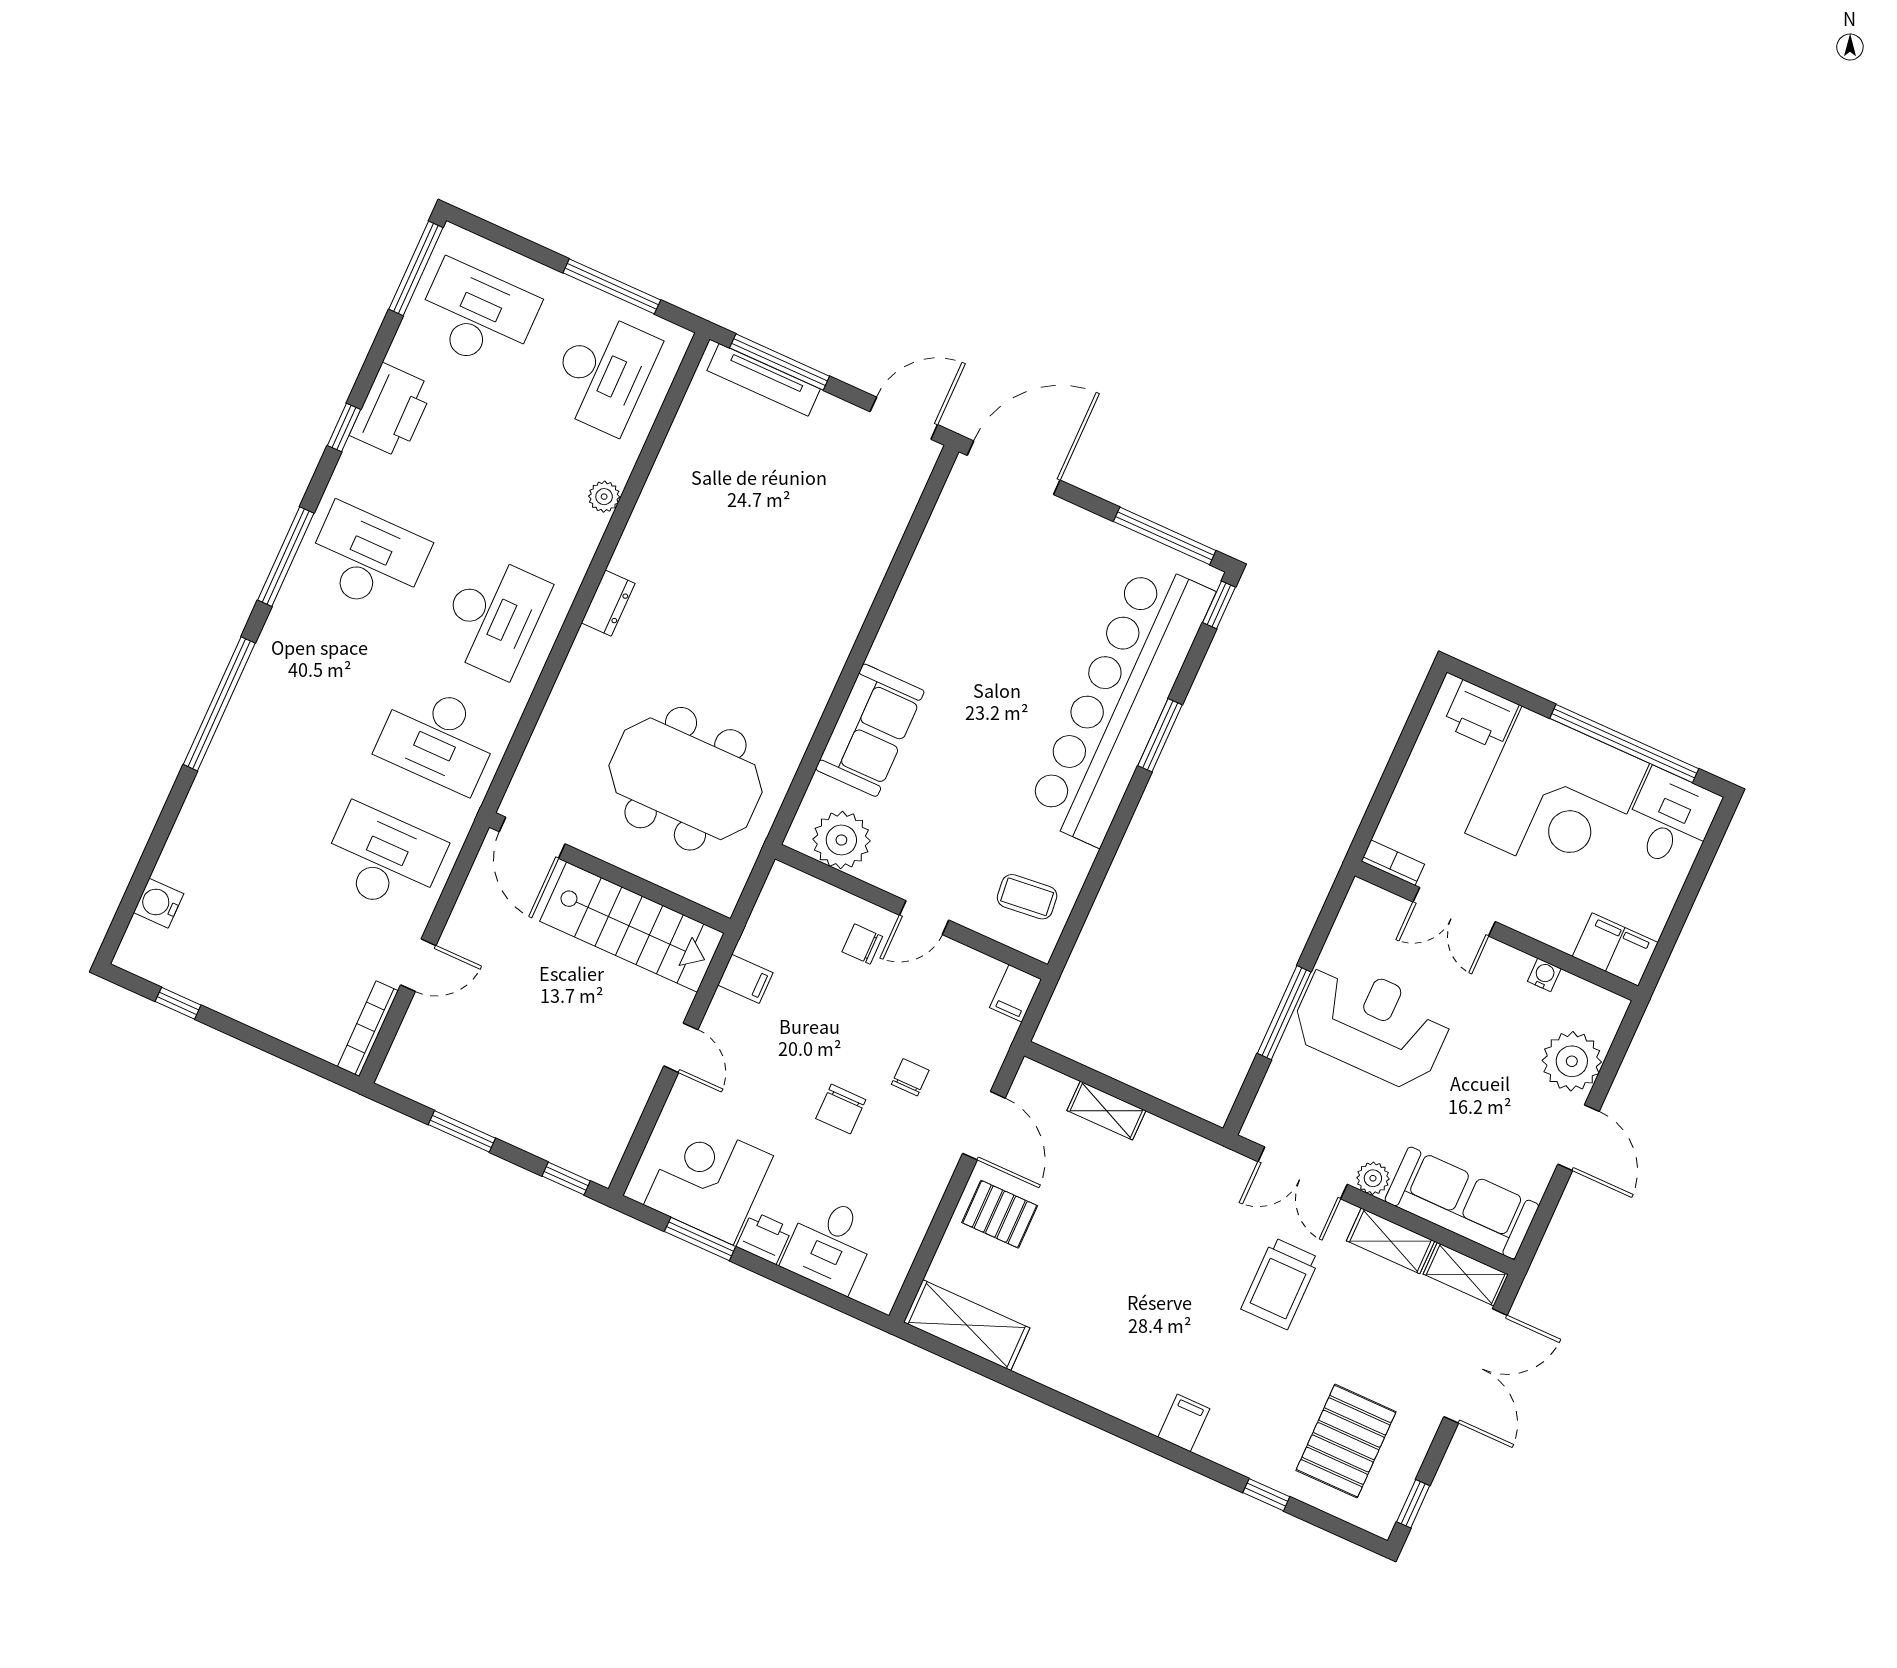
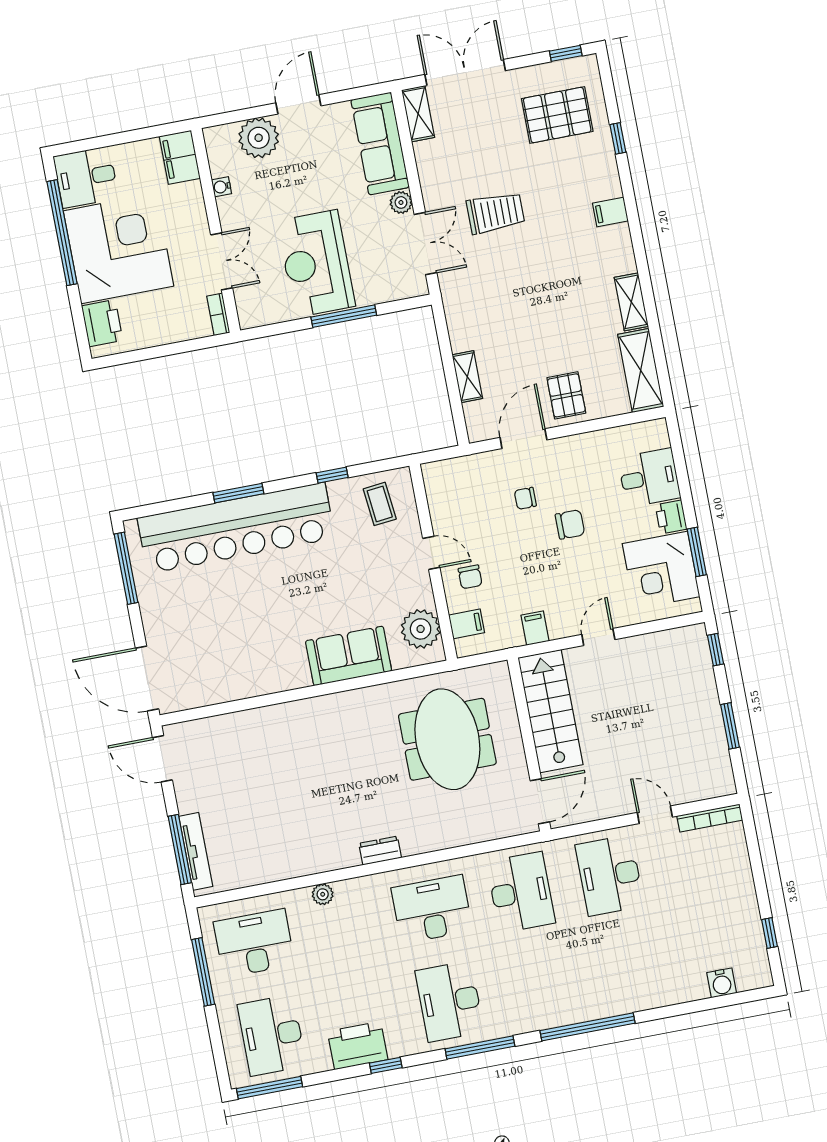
window: (1219, 605) -> (332, 475), moved
filing cabinet: (1016, 993) -> (467, 624), moved
shelving: (1391, 1241) -> (631, 302), moved

